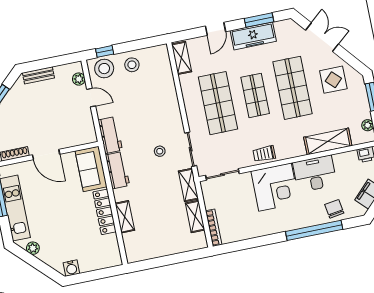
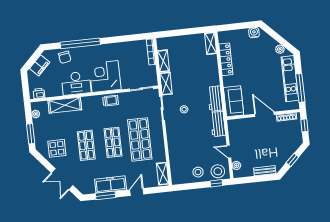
shop shelf: (293, 88) -> (86, 145), width x0.70, depth x0.74
locker: (105, 212) -> (226, 59), moved
shelving: (125, 217) -> (211, 43), moved

